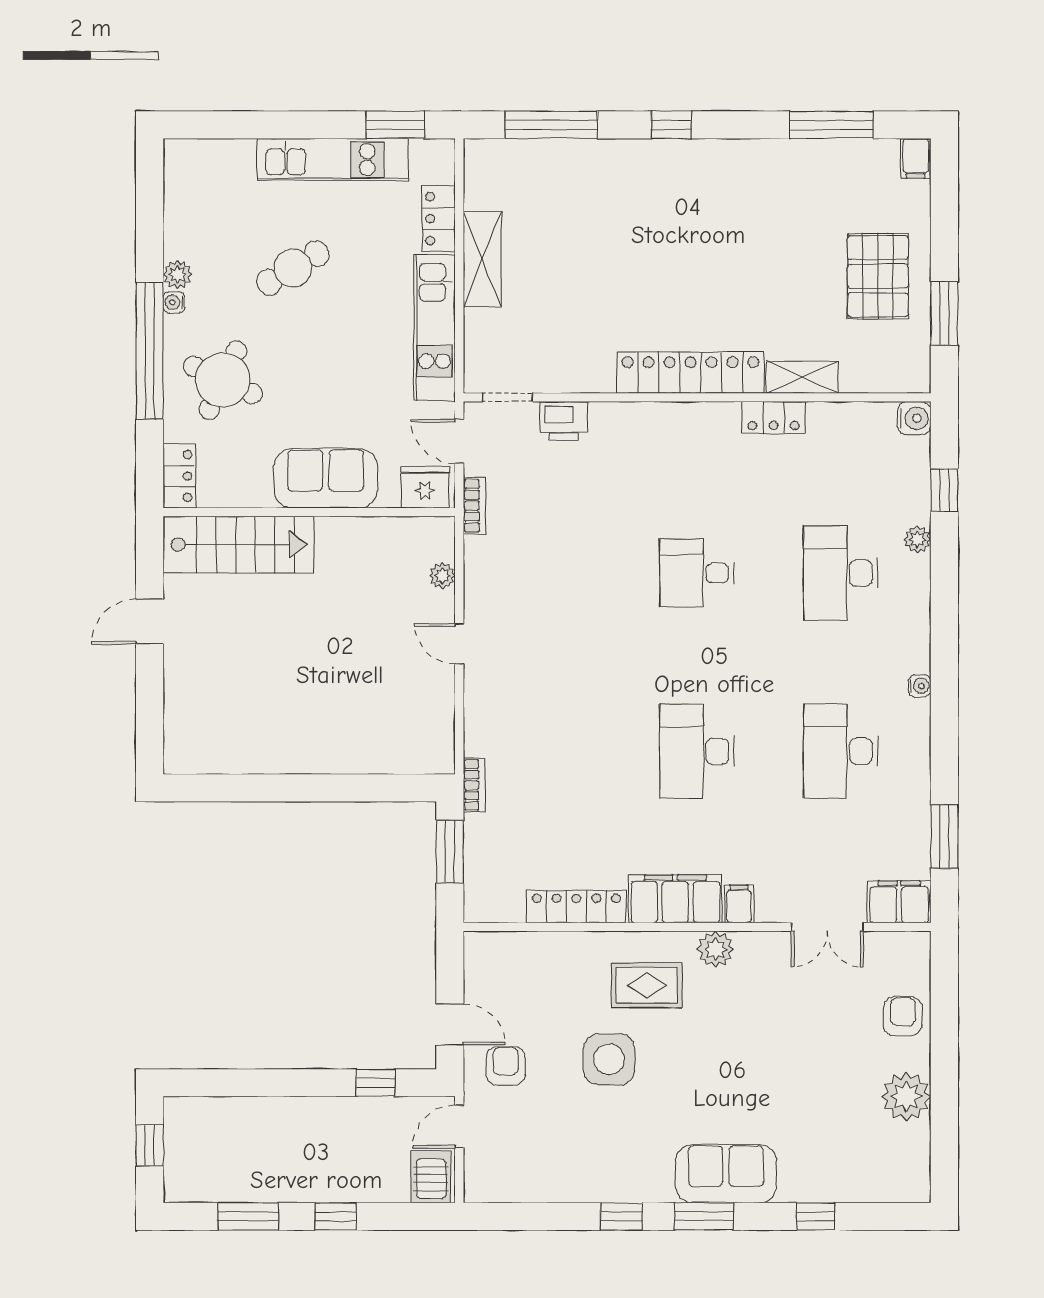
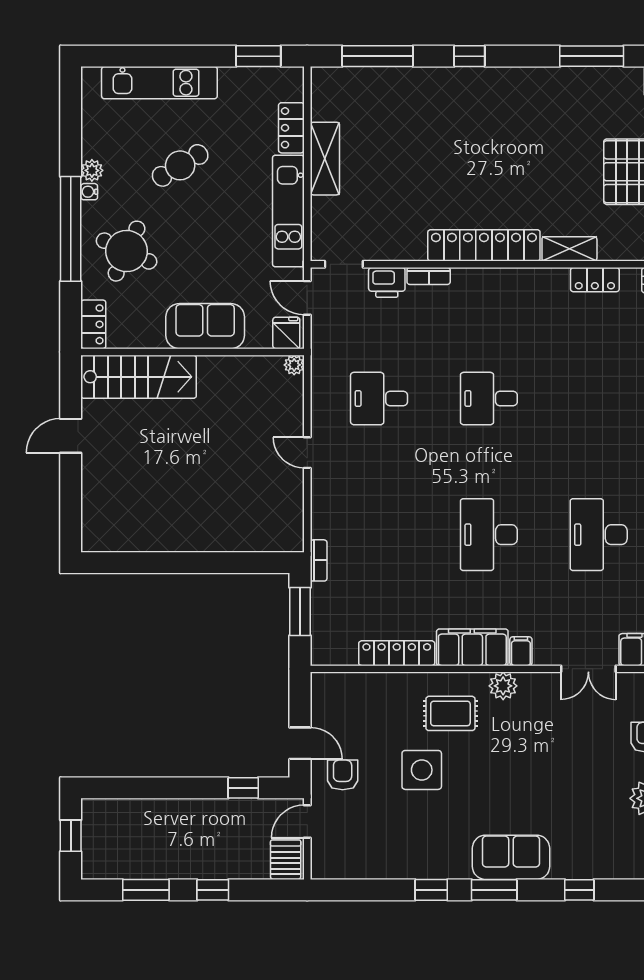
kitchen unit: (333, 160) -> (159, 83), moved
locker: (773, 417) -> (595, 280), moved
fridge: (425, 487) -> (286, 333), width x0.72
bookcase: (475, 506) -> (429, 276), moved, turned 90
desk: (841, 573) -> (379, 399), moved, width x0.73
plant: (442, 576) -> (294, 365), moved

